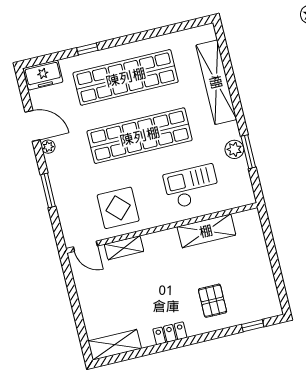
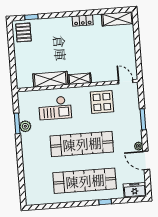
shelving: (216, 82) -> (30, 169), removed
shelving: (124, 248) -> (80, 79), moved
pallet: (213, 301) -> (23, 32), moved

